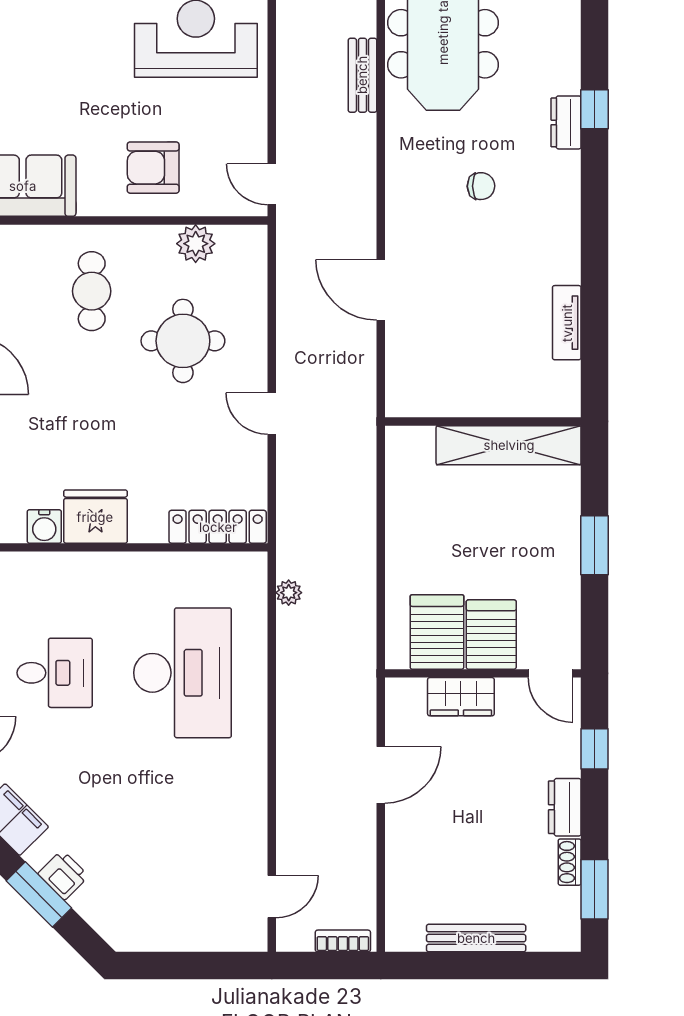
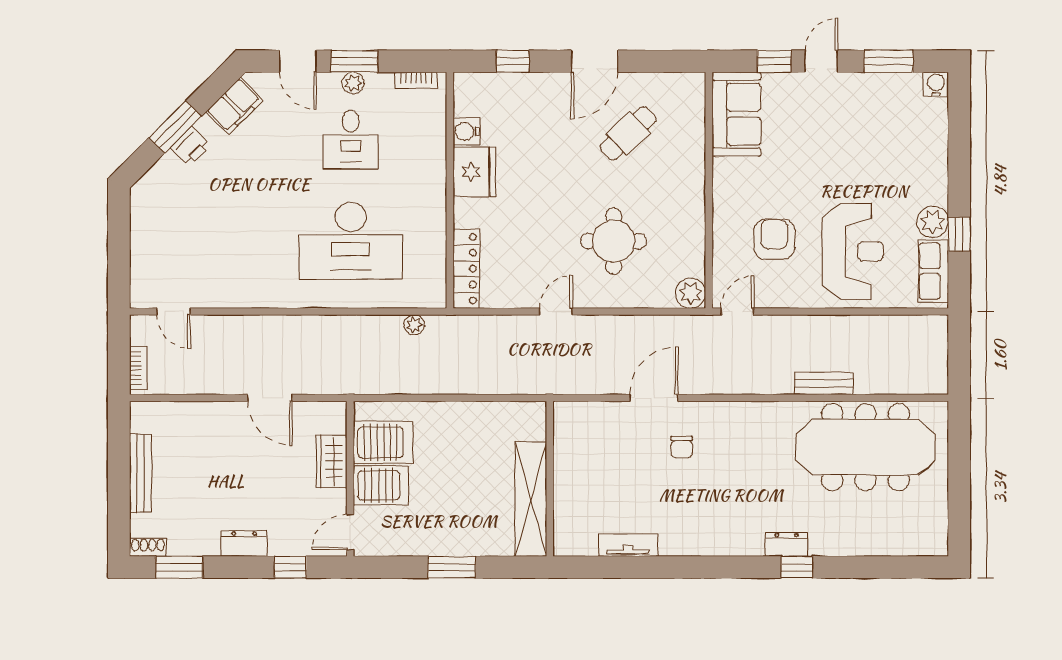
armchair: (153, 168) -> (774, 239), moved
chair: (481, 186) -> (682, 447), moved
plant: (196, 244) -> (691, 293), moved
cafe table: (92, 291) -> (628, 133), moved, turned -43
shoe rack: (570, 862) -> (148, 547), moved

